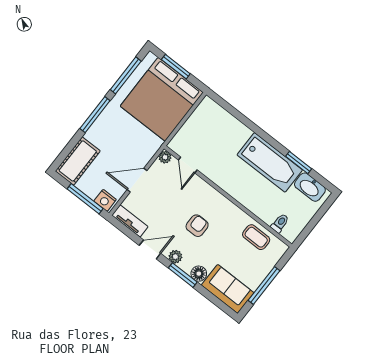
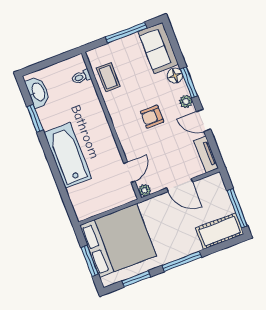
window: (126, 75) -> (136, 279), width x0.69
bathtub: (270, 162) -> (68, 155), moved
window: (85, 199) -> (237, 208), moved
nightstand: (105, 200) -> (217, 184), removed

